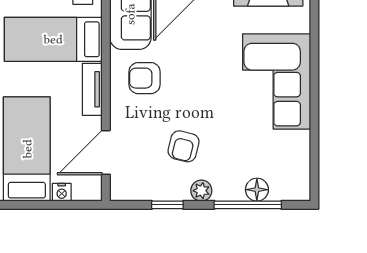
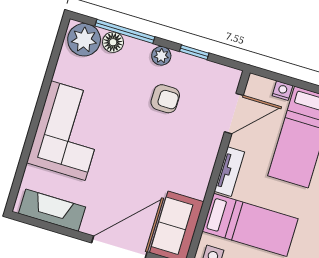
armchair: (144, 78) -> (181, 168), removed
armchair: (183, 146) -> (165, 99), turned 76
plant: (288, 183) -> (84, 40), added

